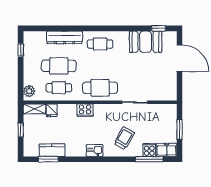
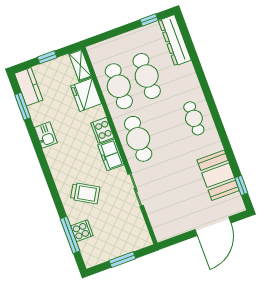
dresser: (65, 37) -> (175, 40), moved
cafe table: (59, 88) -> (119, 86), width x1.37, depth x1.35
plant: (29, 91) -> (101, 50), removed
fridge: (52, 110) -> (86, 95), width x1.88, depth x1.34
kitchen counter: (52, 150) -> (29, 87), moved
freezer: (167, 150) -> (111, 155), moved, turned 180
kitchen sink: (95, 151) -> (46, 135), moved

